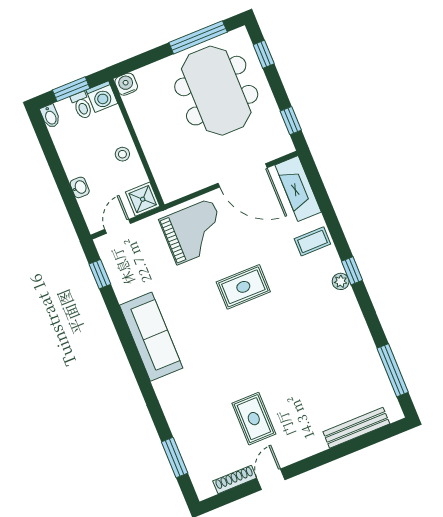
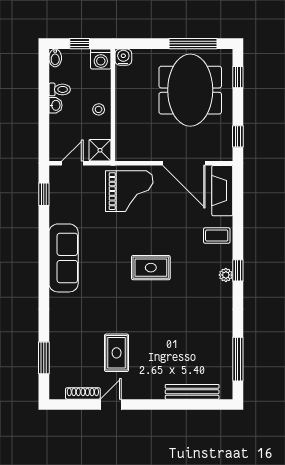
window: (71, 89) -> (80, 44), width x0.67
toilet: (82, 105) -> (60, 89), moved, turned -90
washbasin: (80, 187) -> (55, 105), moved
rug: (243, 287) -> (151, 268), moved

